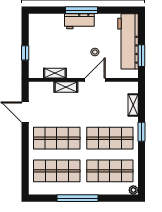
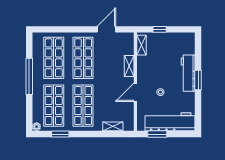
window: (81, 10) -> (198, 80), width x0.69
workbench: (79, 21) -> (188, 73), width x1.38
shelving: (55, 73) -> (141, 45), moved
door: (95, 80) -> (135, 92), swing flipped
window: (142, 132) -> (60, 134), moved

